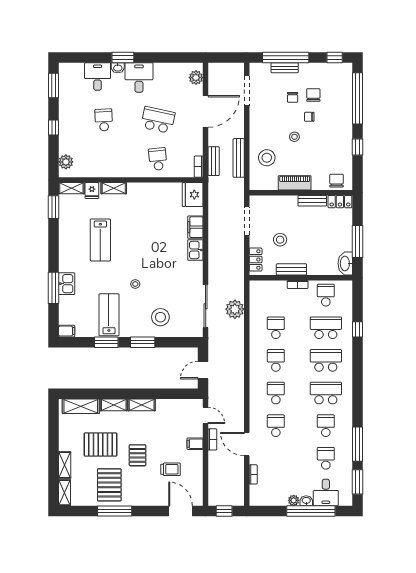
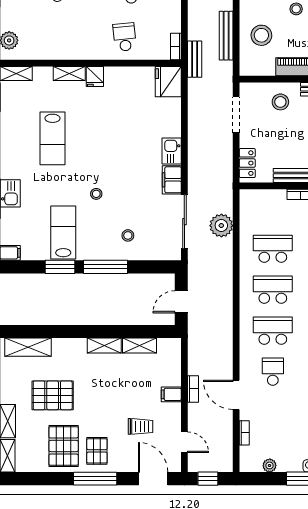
bench: (214, 161) -> (195, 59), moved
fridge: (92, 190) -> (95, 76), moved
filing cabinet: (195, 227) -> (172, 180), moved
stool: (280, 240) -> (280, 102), moved
stool: (160, 317) -> (128, 235), width x0.53, depth x0.53
school desk: (276, 328) -> (273, 249), width x1.85
window: (143, 342) -> (106, 267), width x1.44
school desk: (276, 360) -> (273, 290), width x1.85
school desk: (276, 393) -> (273, 331), width x1.85
shelving: (114, 405) -> (139, 346), moved
door: (206, 415) -> (184, 442), moved
pallet: (138, 455) -> (97, 451), moved
plant: (294, 500) -> (270, 465), moved
window: (115, 511) -> (95, 479), moved

